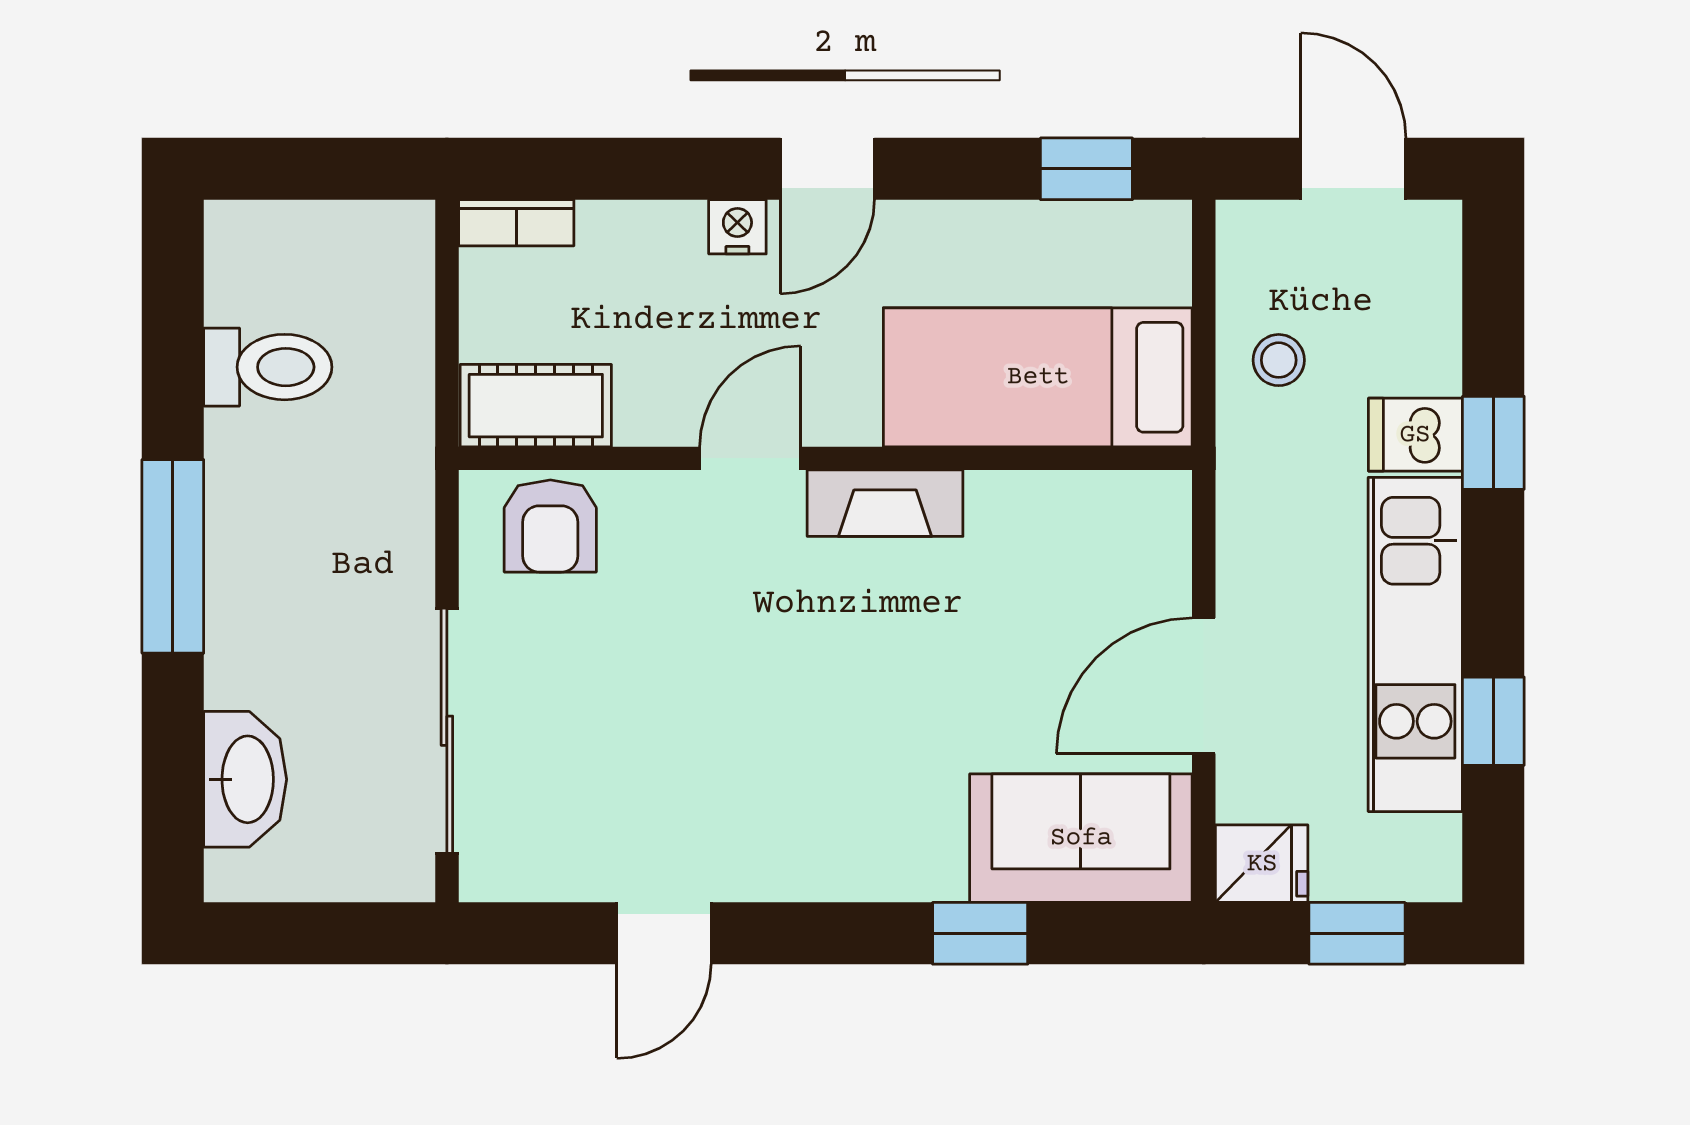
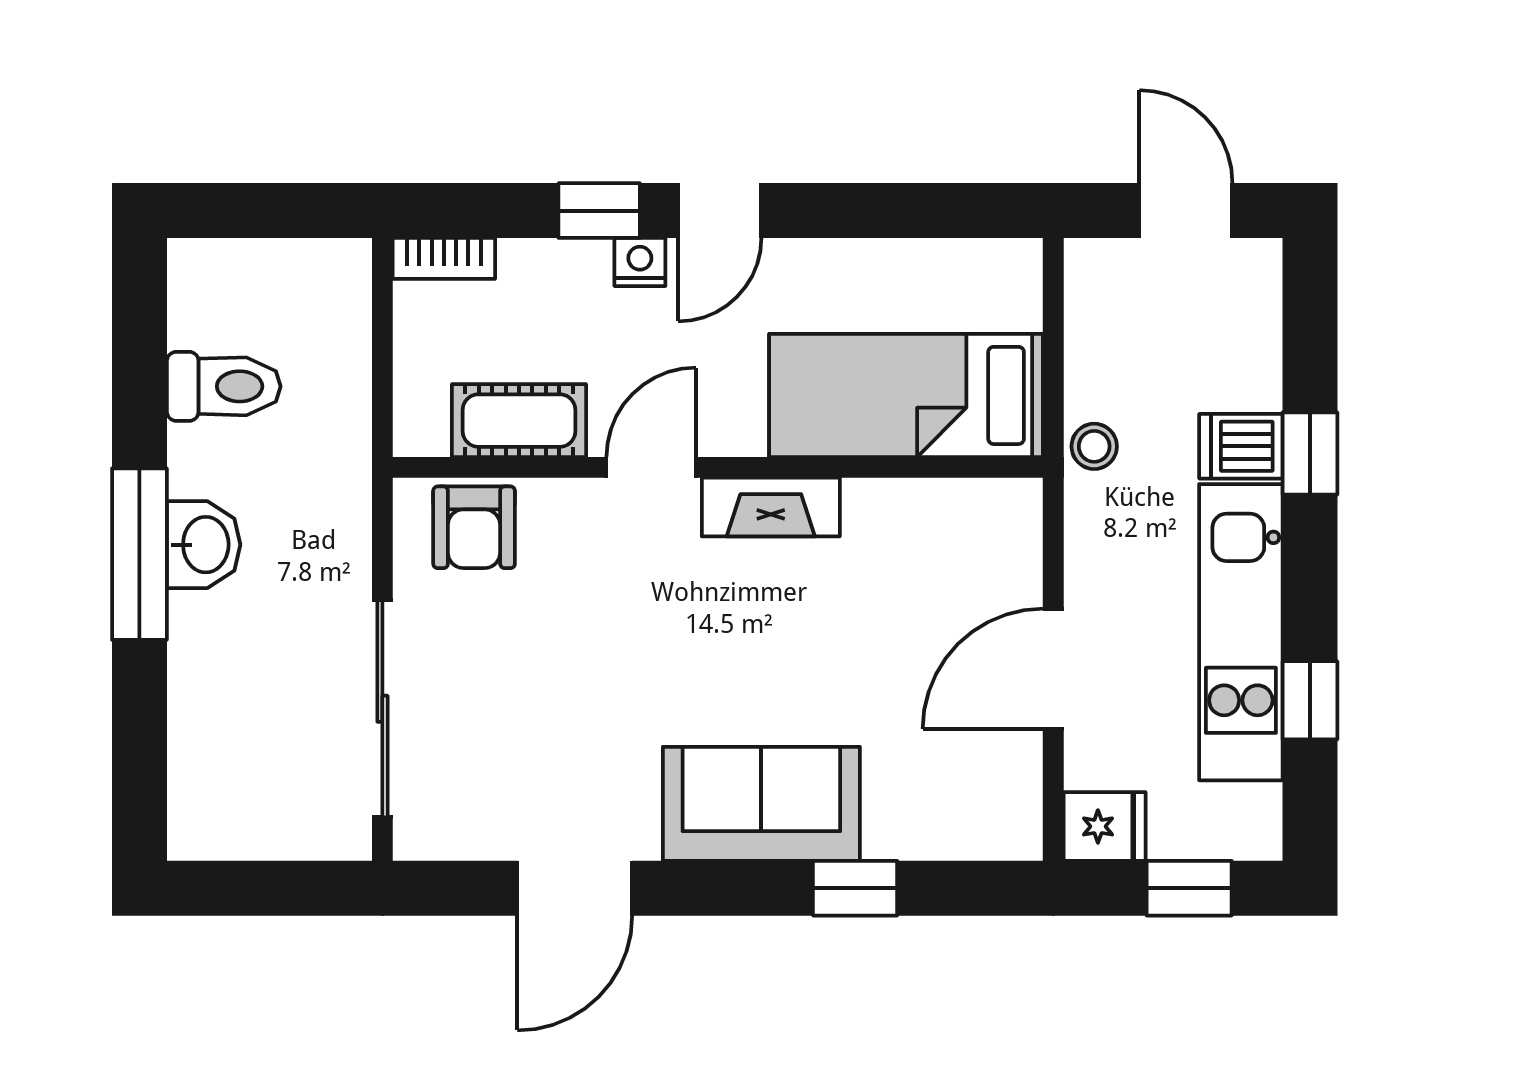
window: (1086, 169) -> (599, 211), moved
stool: (1279, 360) -> (1094, 446), moved
cot: (536, 406) -> (519, 421), moved
washbasin: (245, 779) -> (204, 545), moved, width x0.72
sofa: (1081, 838) -> (761, 804), moved
door: (664, 933) -> (575, 888), width x1.38

